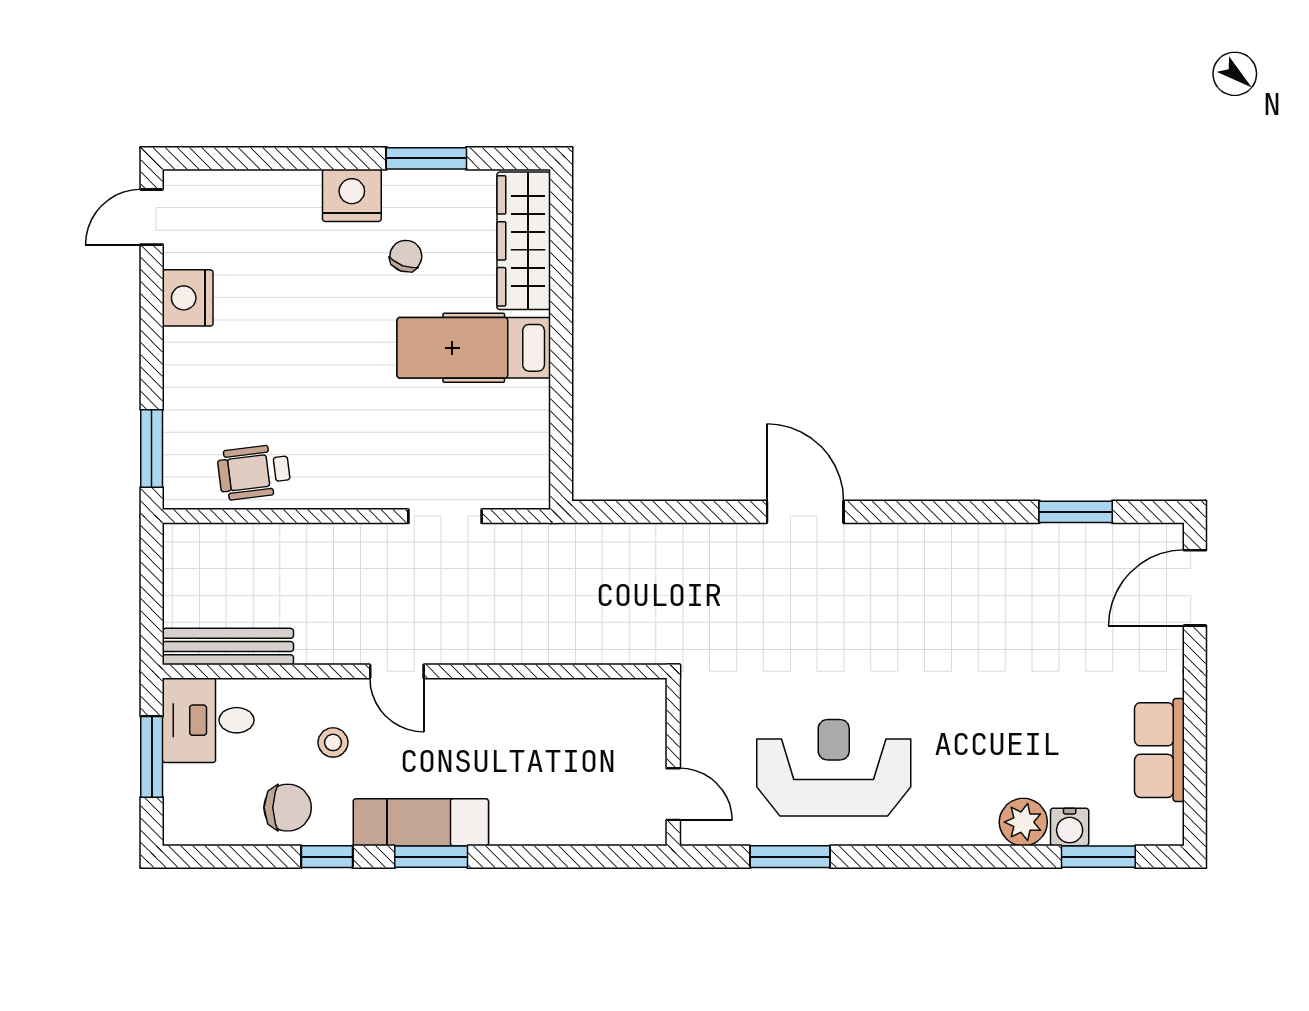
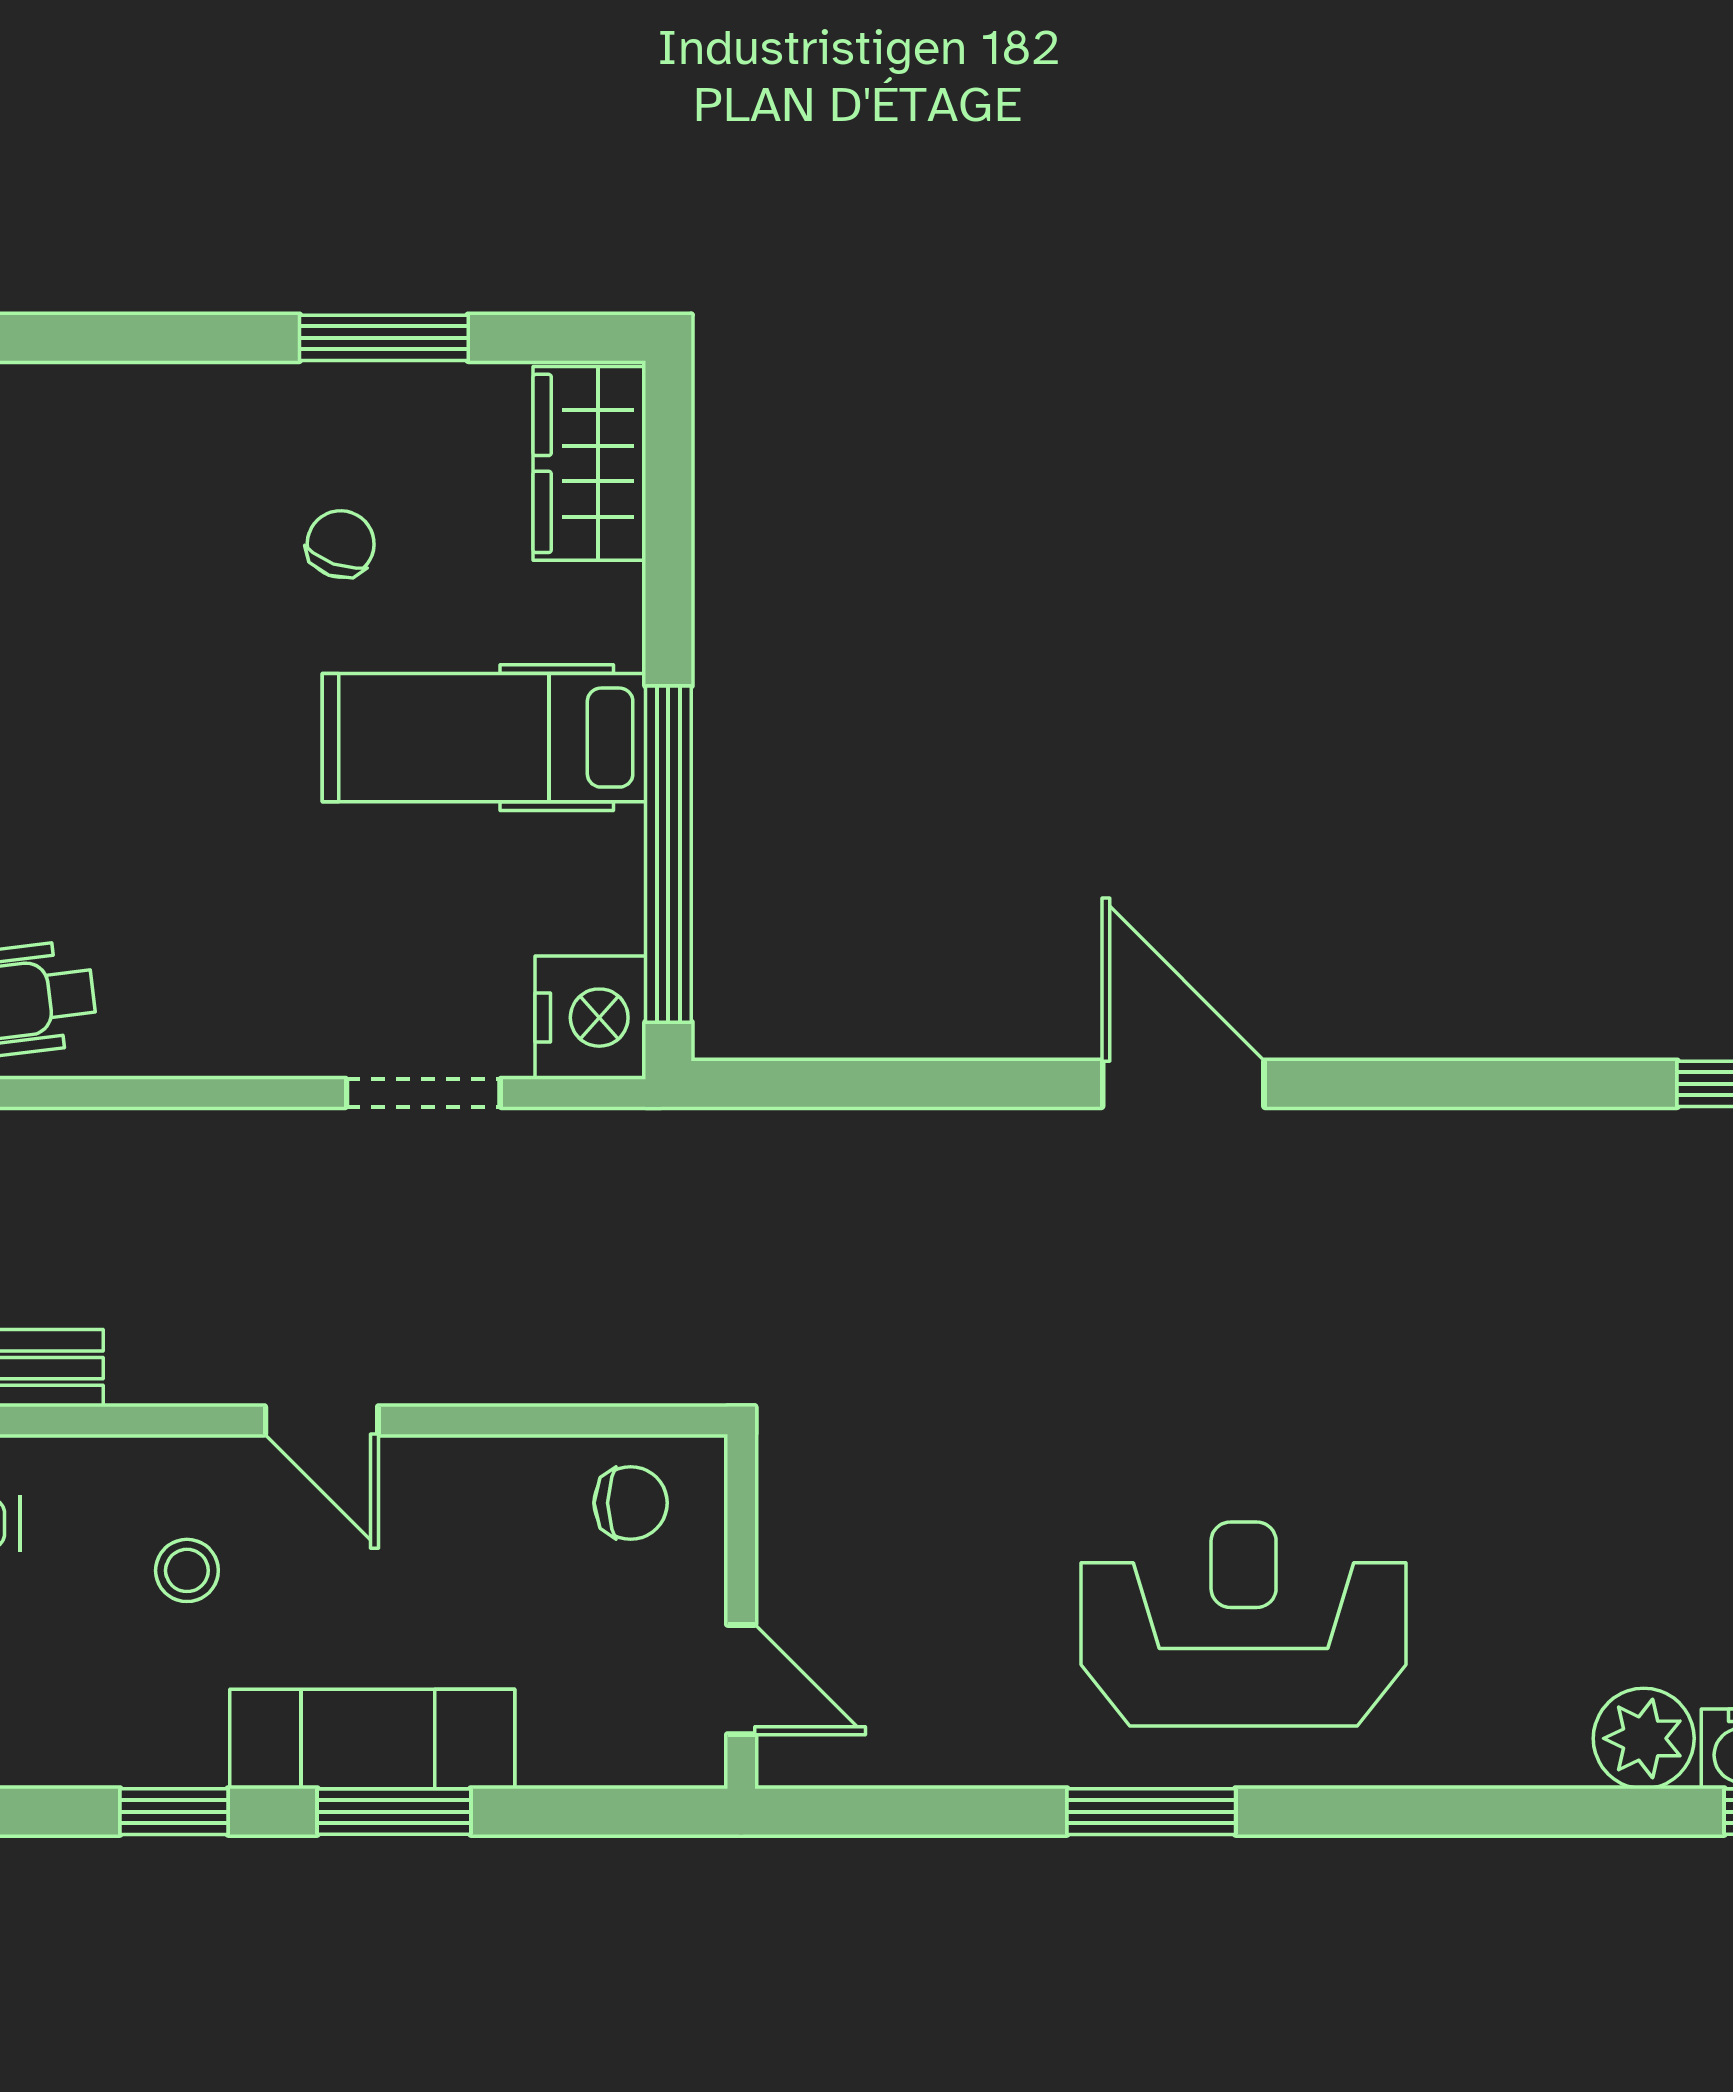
nightstand: (352, 195) -> (590, 1018), moved, turned 90
wardrobe: (524, 241) -> (589, 463), width x0.67
window: (561, 403) -> (668, 854), added
wall: (673, 762) -> (741, 1611), moved
door: (673, 794) -> (741, 1680), moved
chair: (288, 808) -> (631, 1503), moved, width x0.73, depth x0.73

